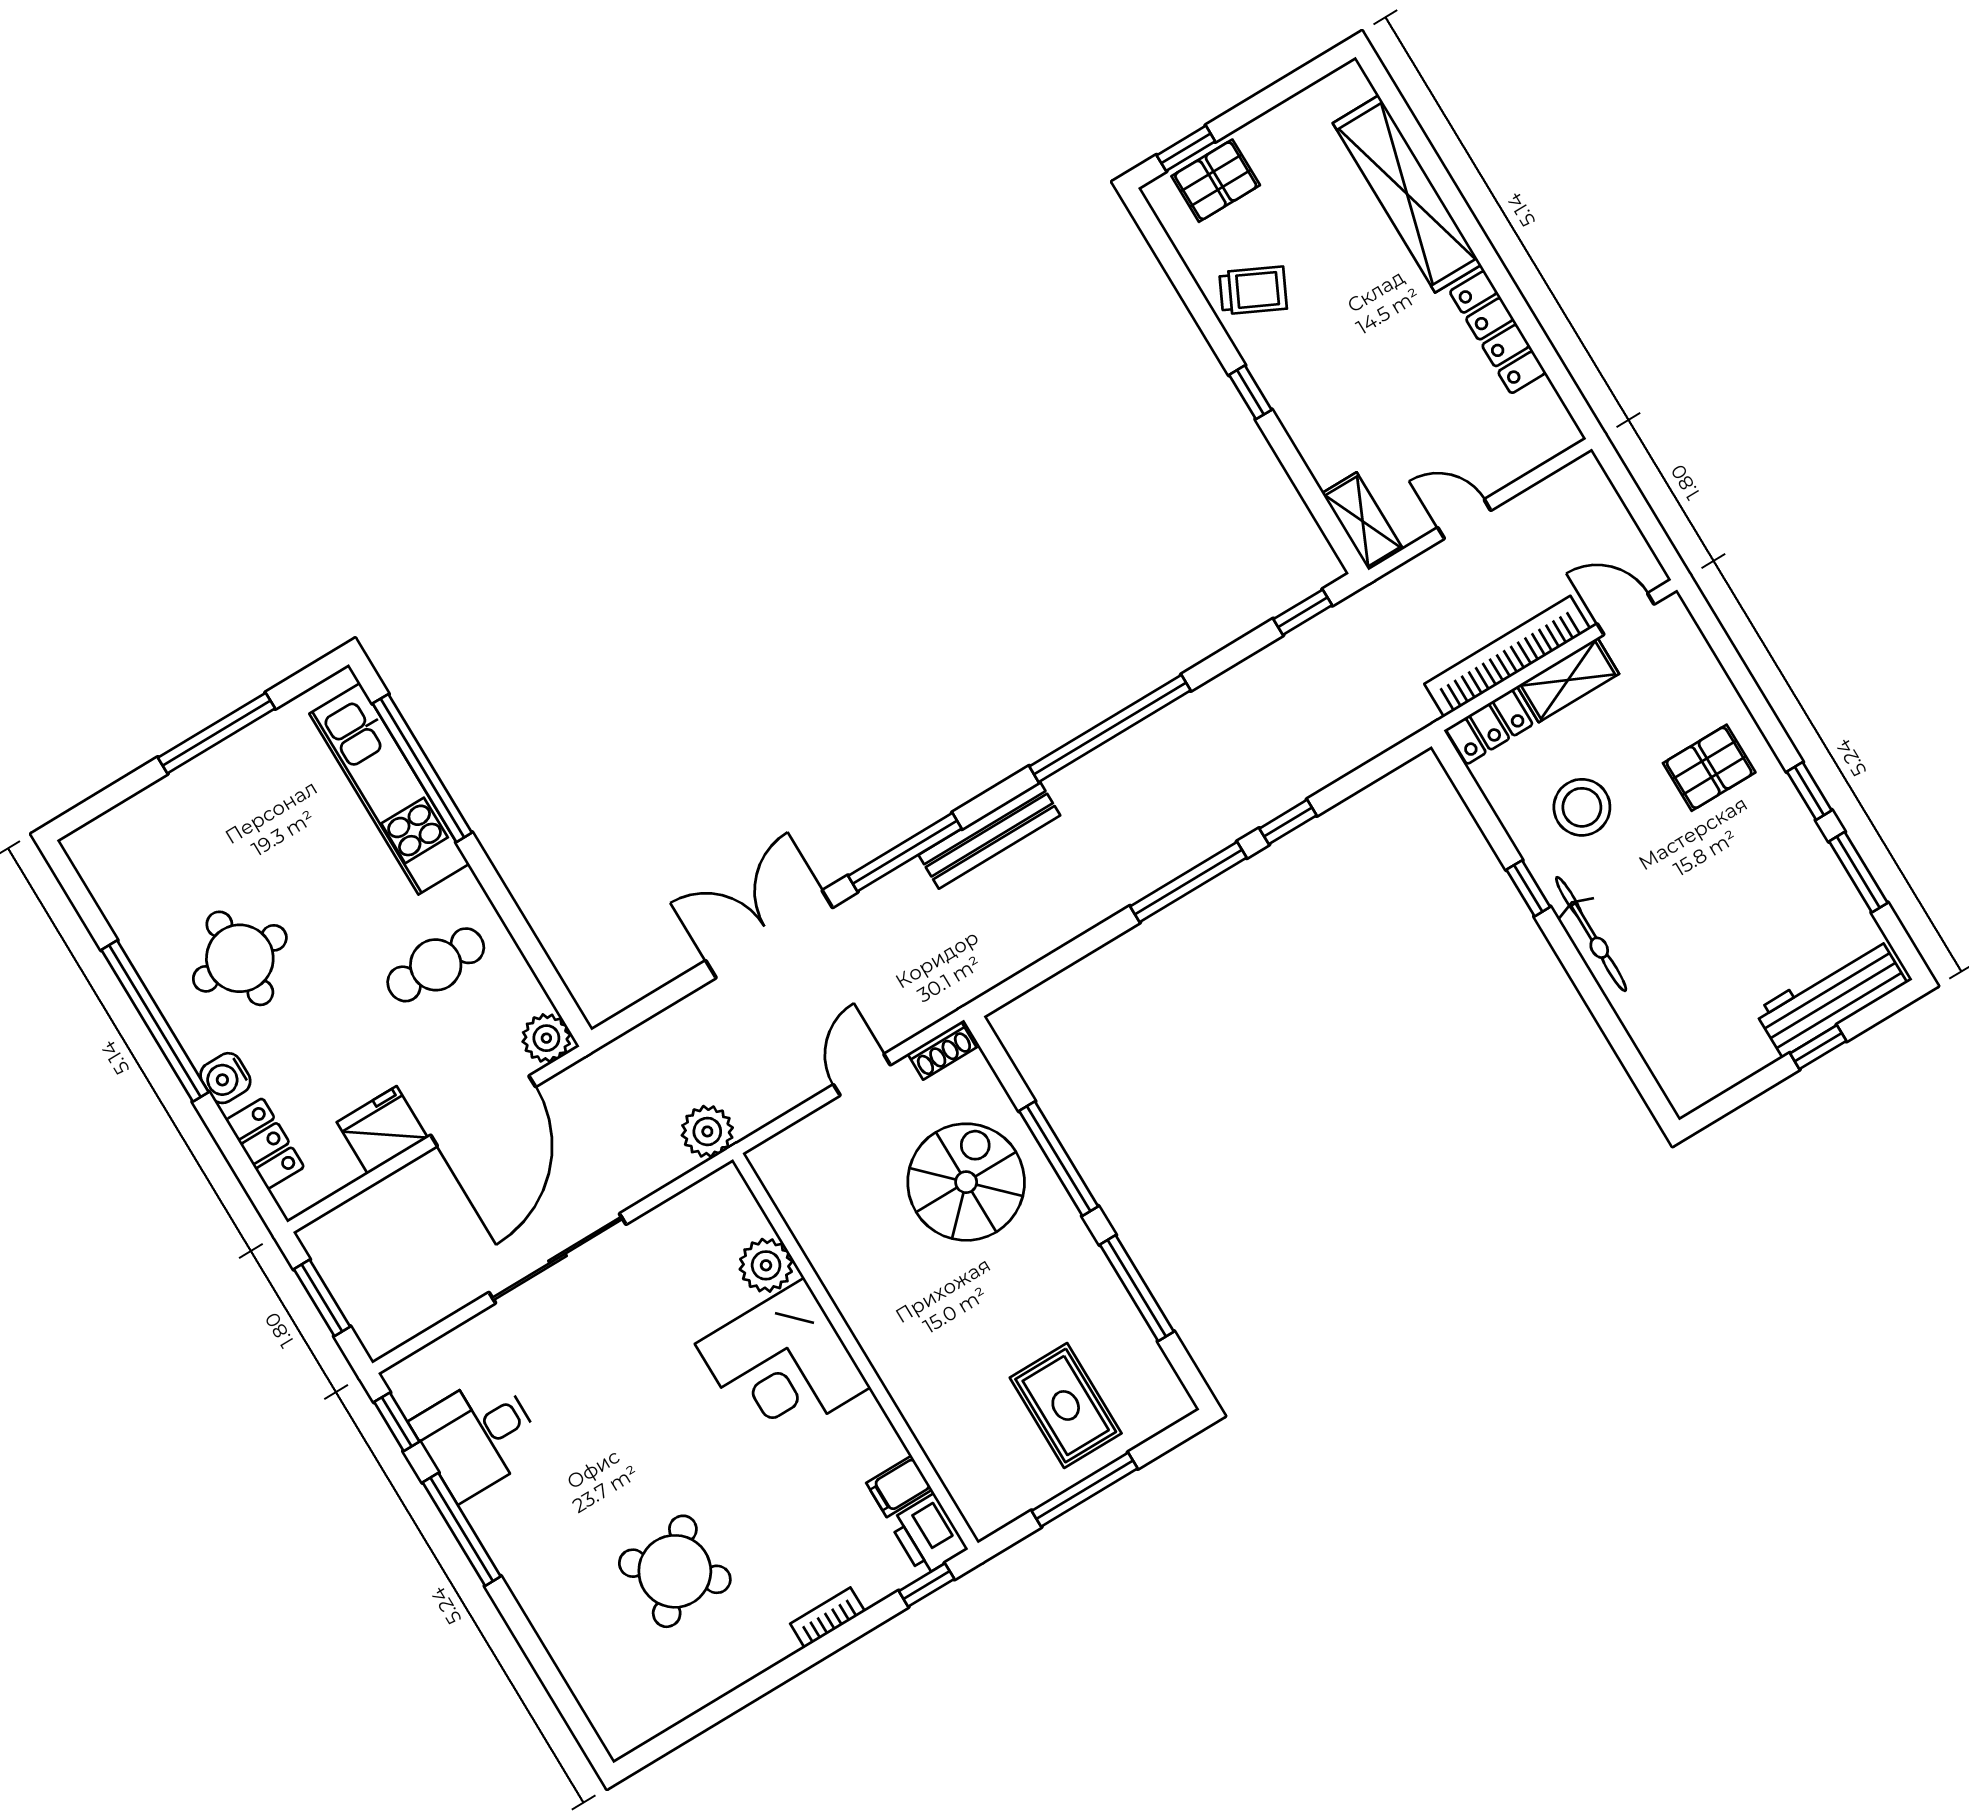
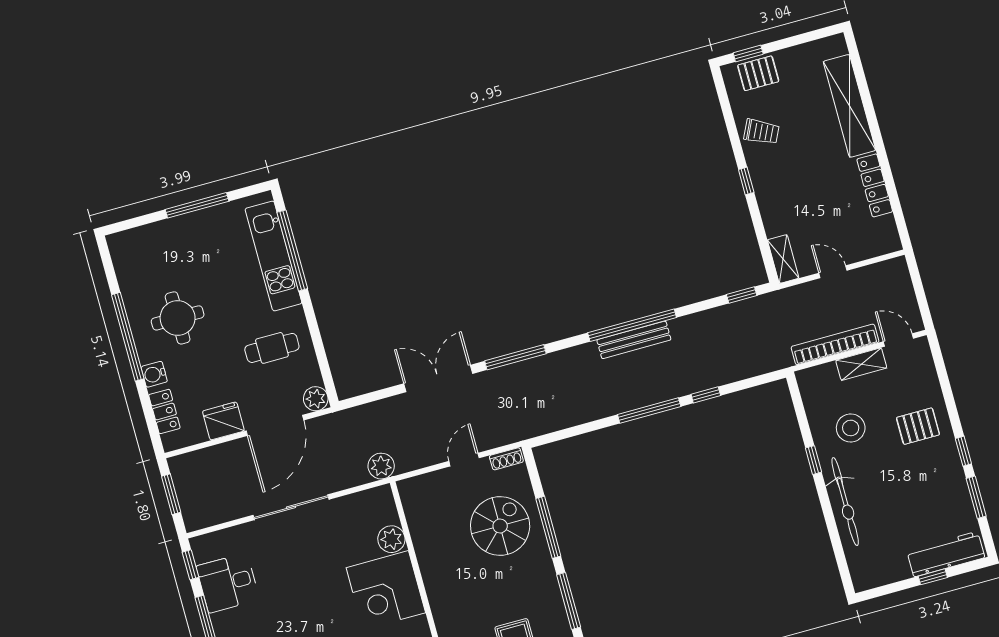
locker: (1489, 727) -> (817, 376), removed
bench: (989, 835) -> (634, 340), moved
bicycle: (1591, 934) -> (845, 502), width x1.37, depth x1.40

